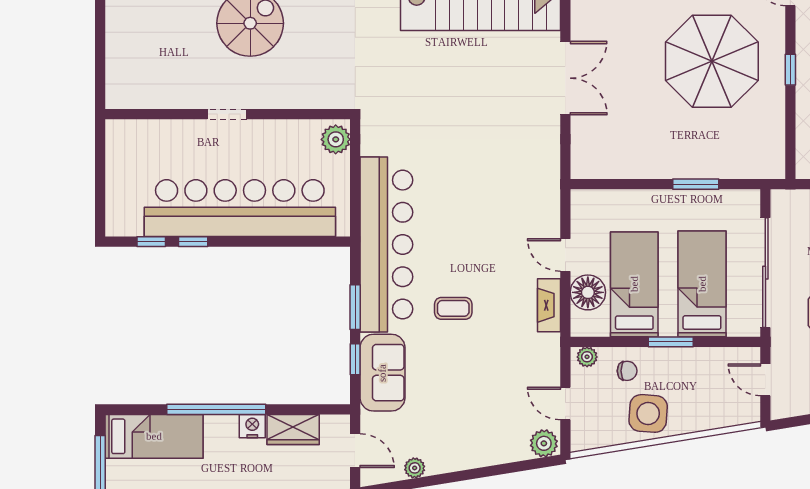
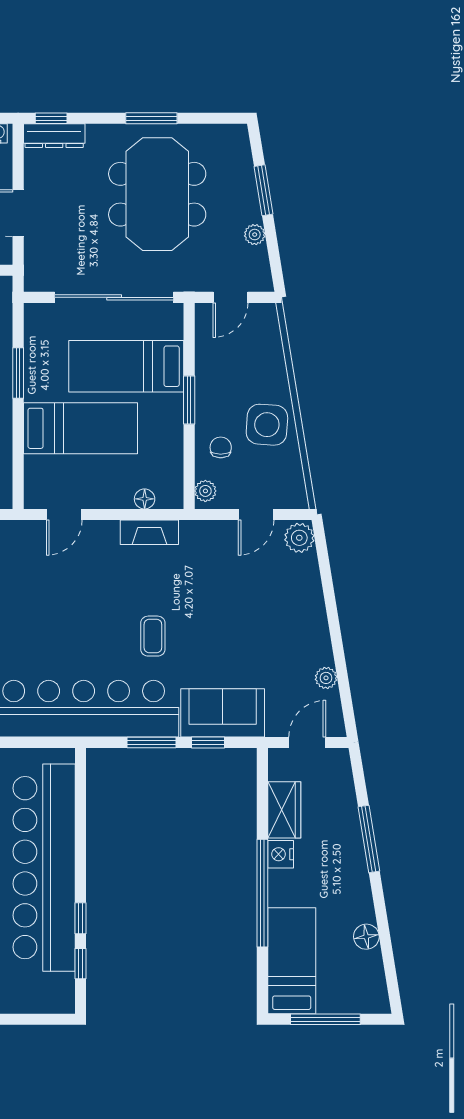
door: (565, 255) -> (64, 514), moved
bed: (634, 284) -> (81, 428), moved, turned 180
floor lamp: (588, 292) -> (145, 499), width x0.53, depth x0.53

